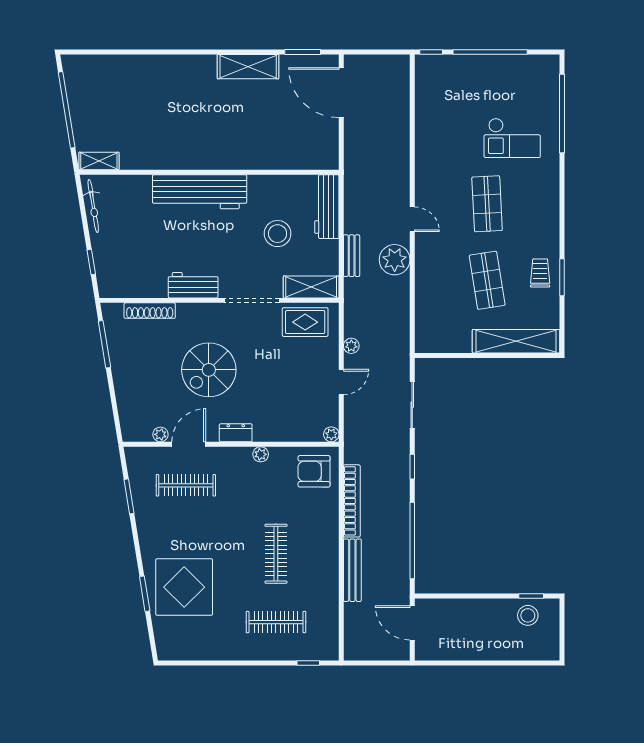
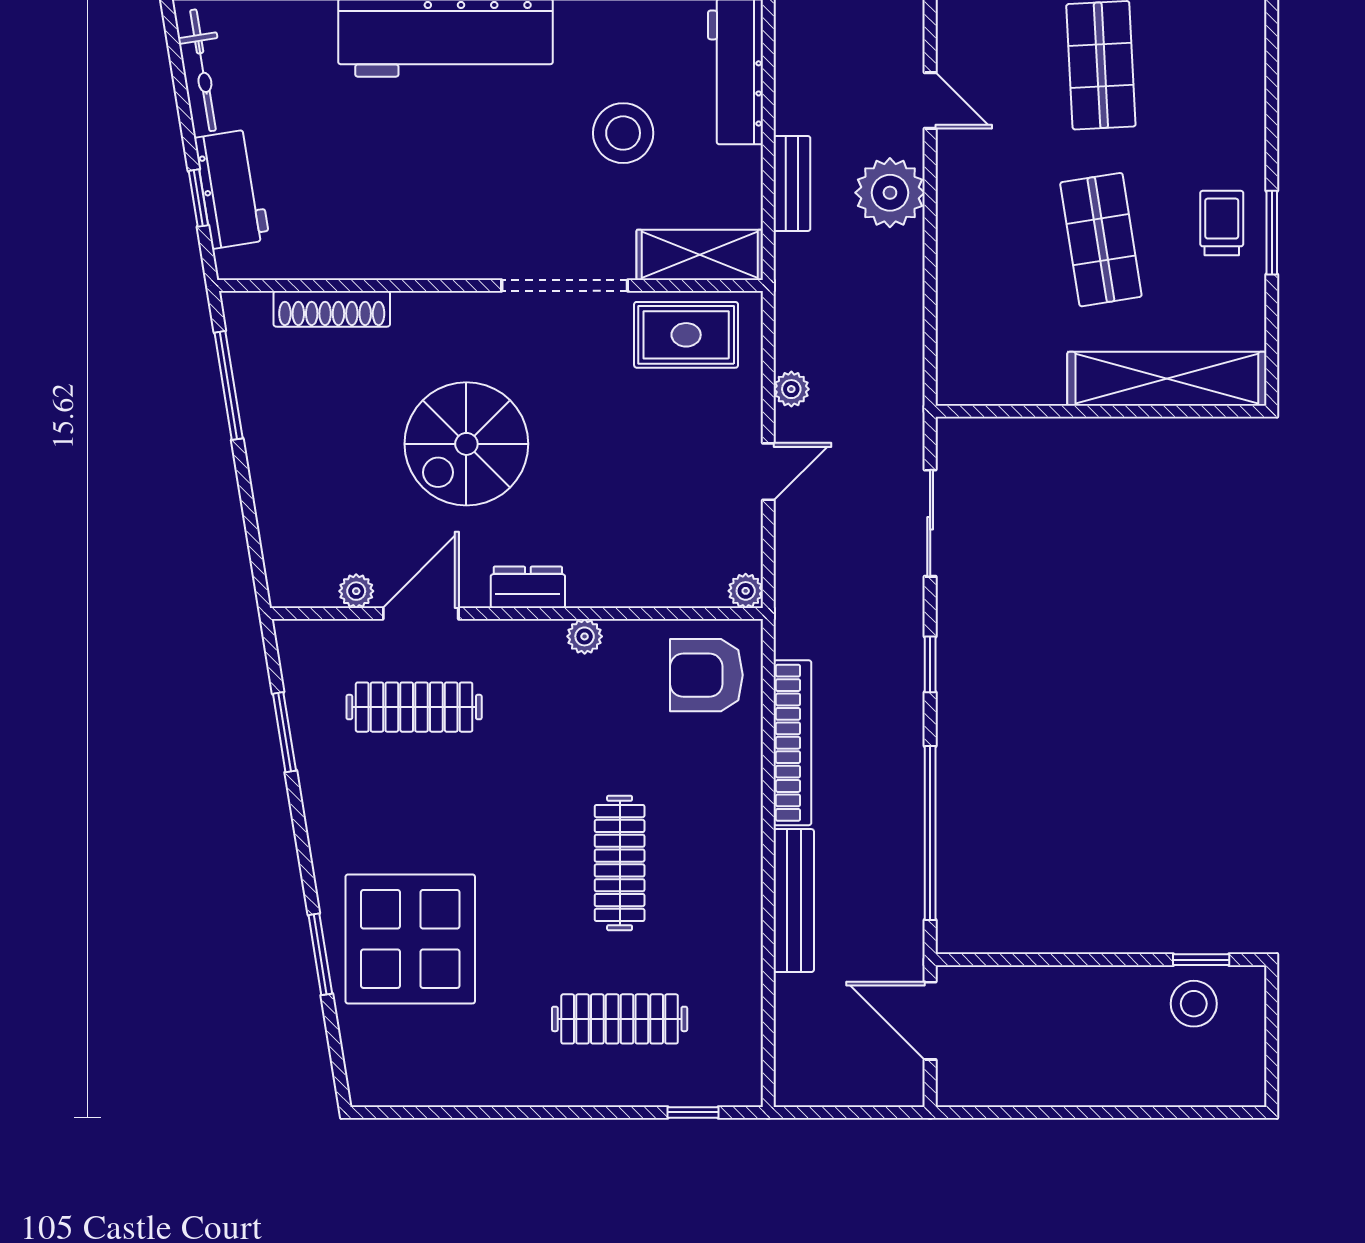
workbench: (193, 285) -> (232, 189), moved, turned 81

